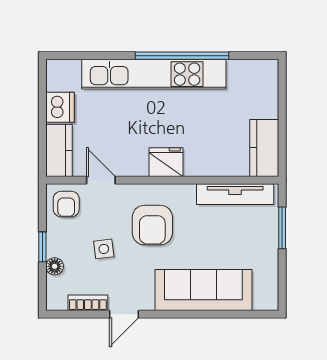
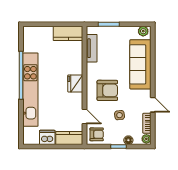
door: (101, 180) -> (84, 117), swing flipped
tv unit: (235, 194) -> (92, 48), width x0.71
plant: (269, 295) -> (143, 31), added
plant: (57, 302) -> (146, 139), added

